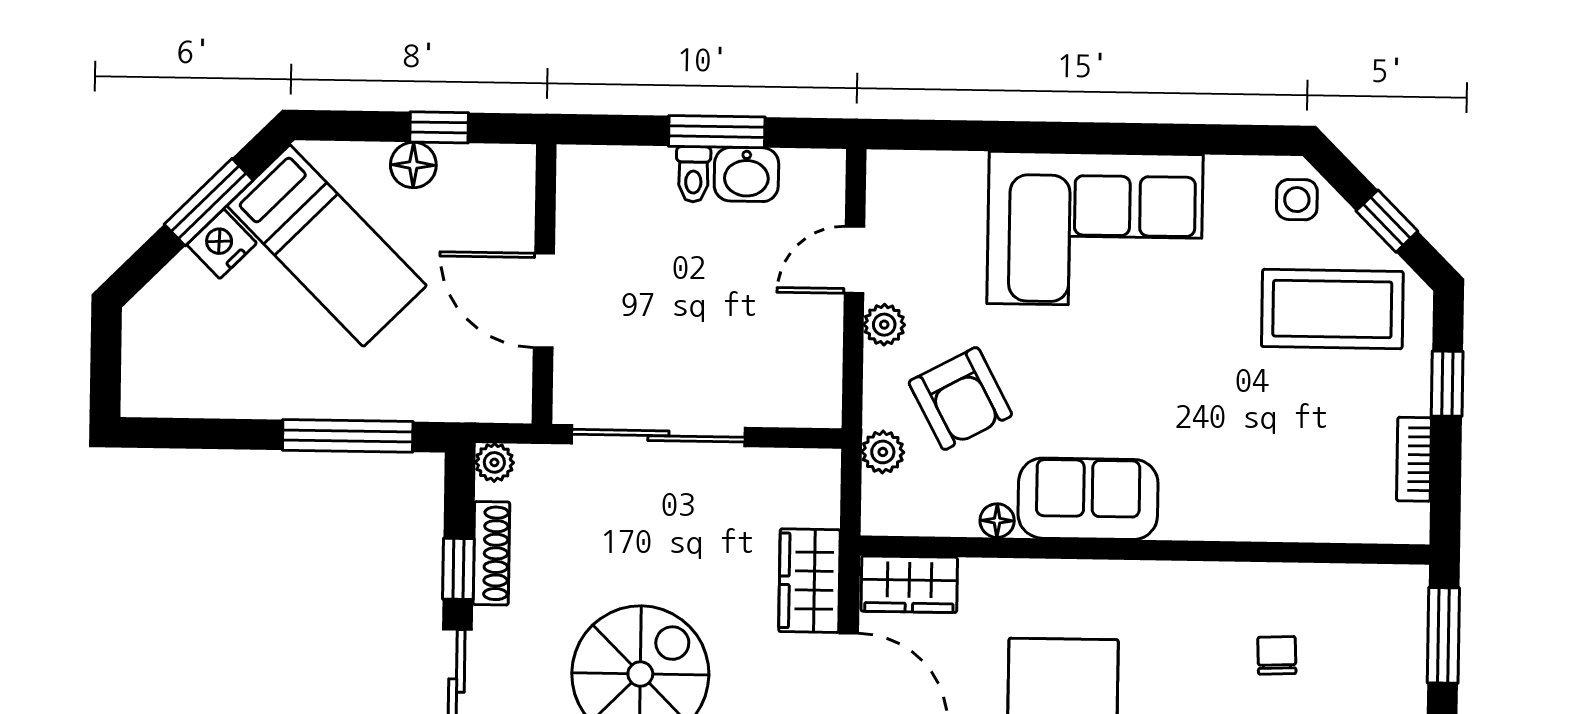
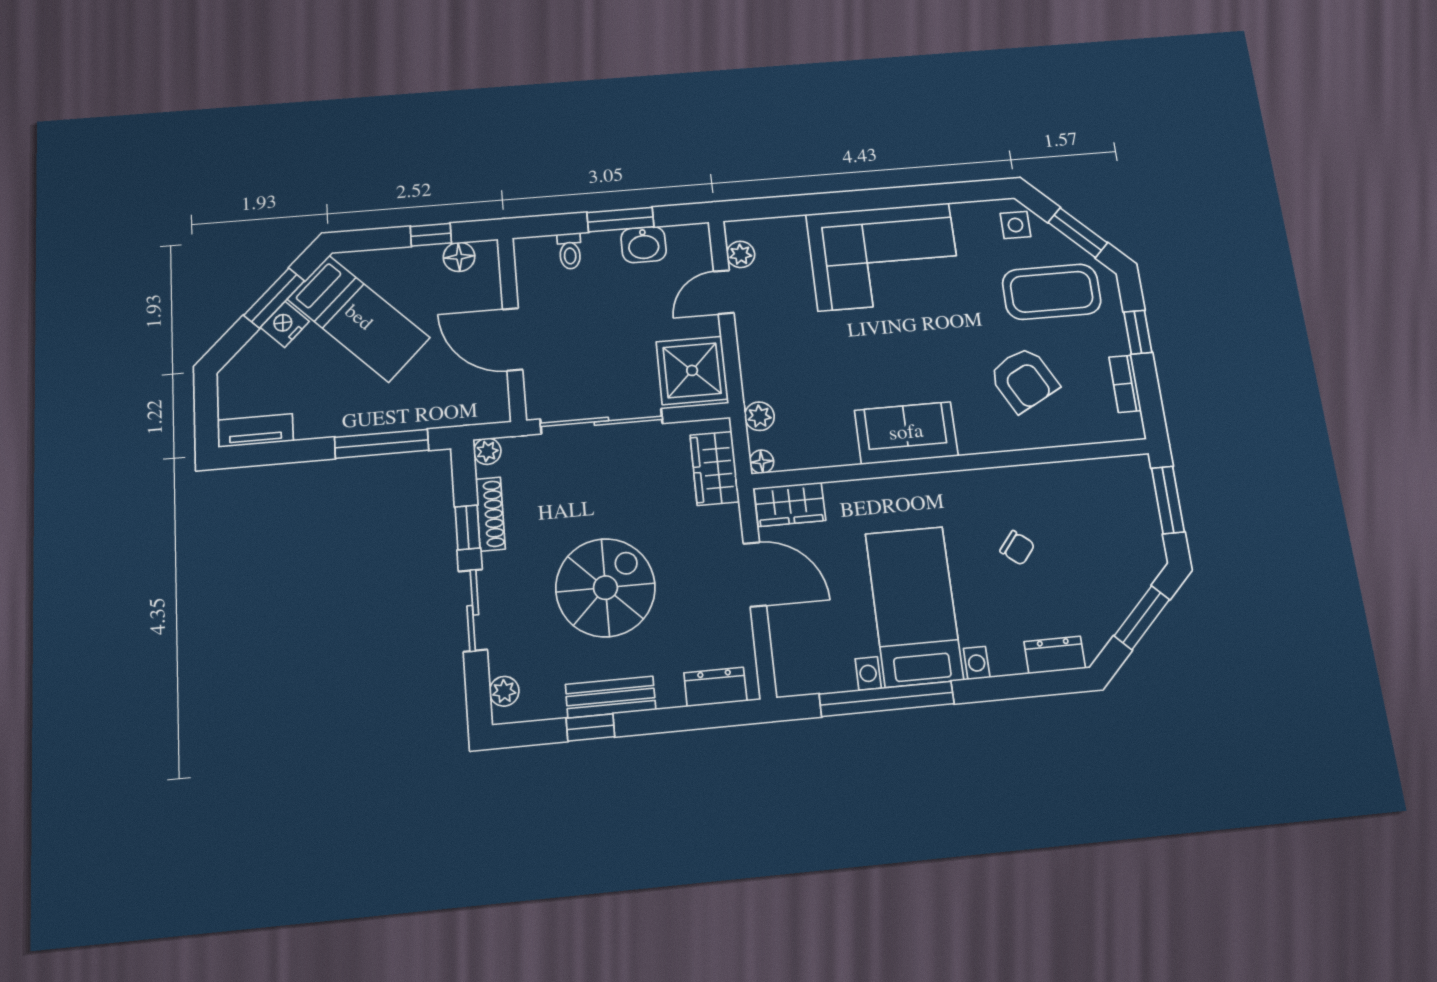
floor lamp: (413, 165) -> (459, 257), moved
toilet: (693, 174) -> (570, 251), moved
window: (1387, 221) -> (1078, 233), width x1.50
plant: (884, 325) -> (741, 254), moved
shower: (795, 374) -> (692, 370), added
tv unit: (173, 398) -> (255, 431), added
armchair: (960, 399) -> (1024, 379), moved
floor lamp: (997, 521) -> (762, 462), moved
wardrobe: (809, 581) -> (715, 468), moved
chair: (1277, 655) -> (1017, 548), moved, turned 131

